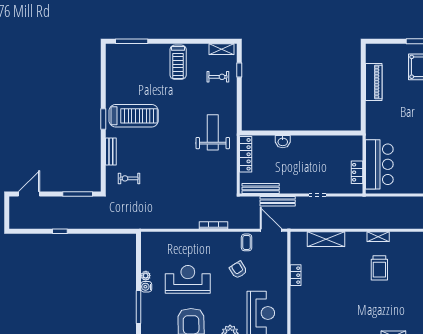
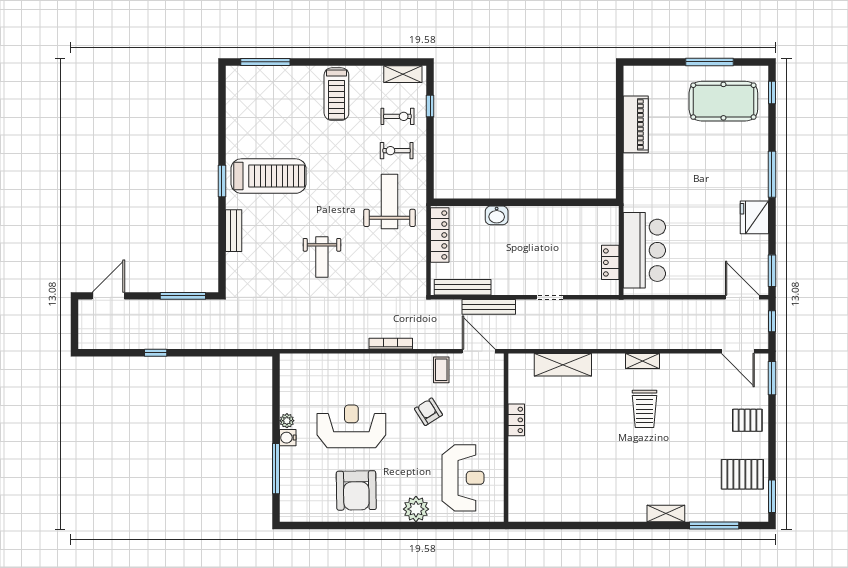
weight bench: (169, 169) -> (322, 257), added
exercise bike: (129, 178) -> (397, 151), moved

